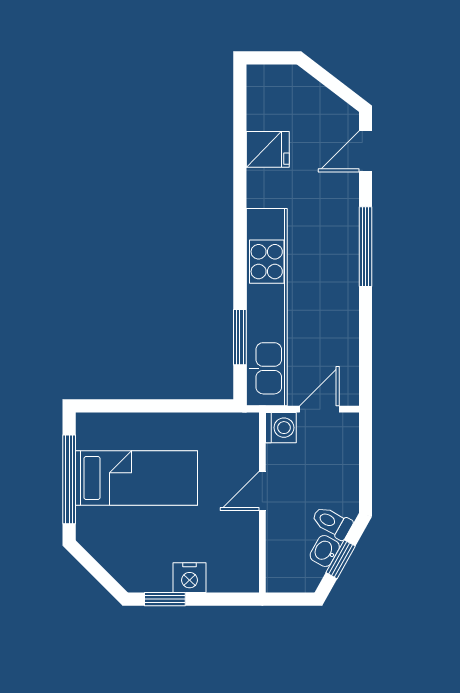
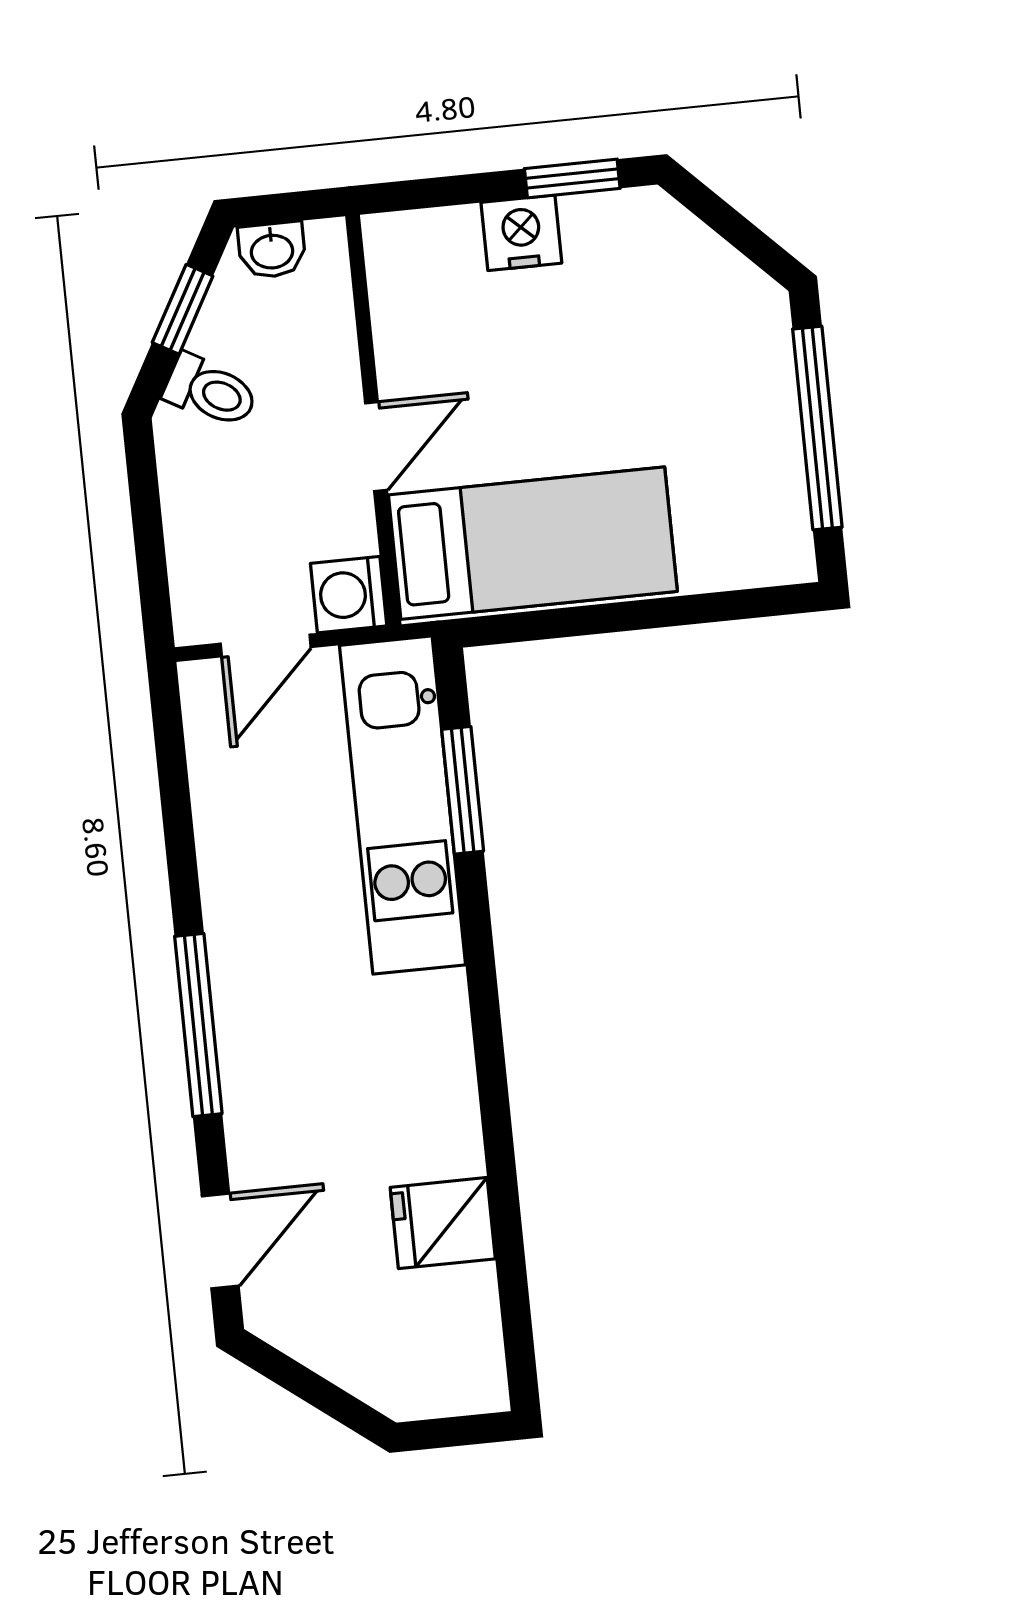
kitchen unit: (267, 307) -> (403, 805), width x0.73
bed: (136, 478) -> (533, 543), moved, turned 180
washbasin: (325, 551) -> (272, 250), moved, turned 61

